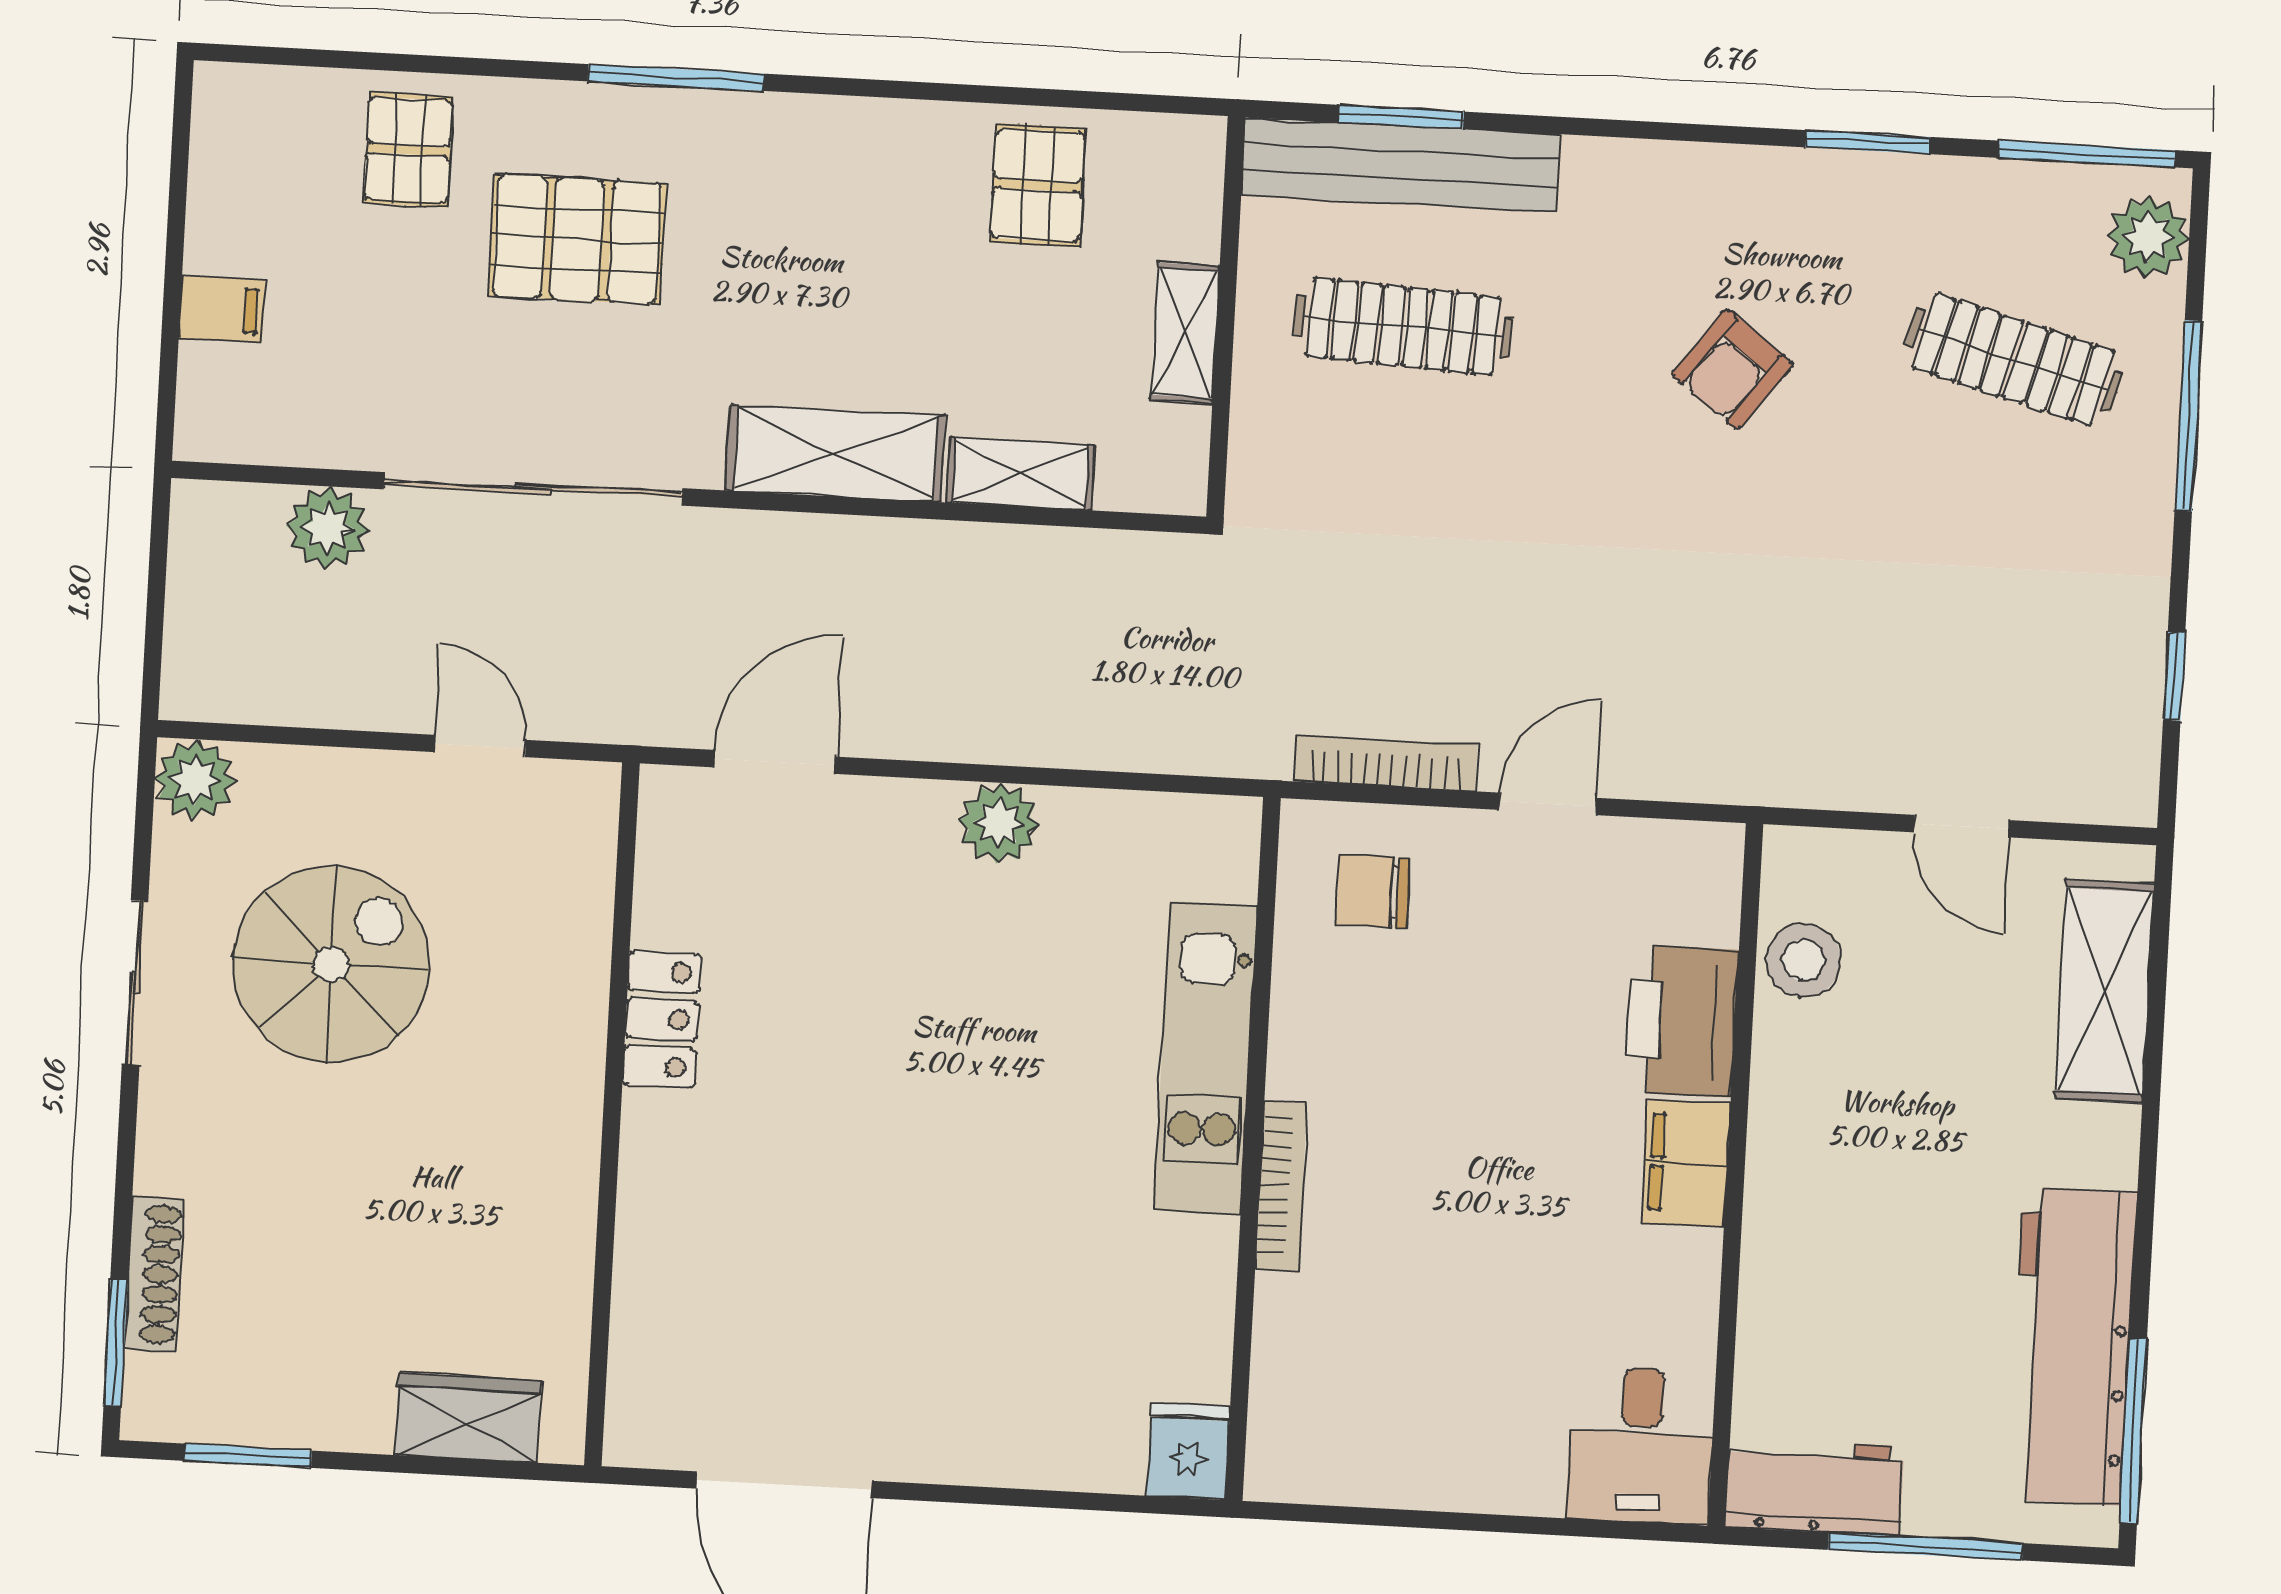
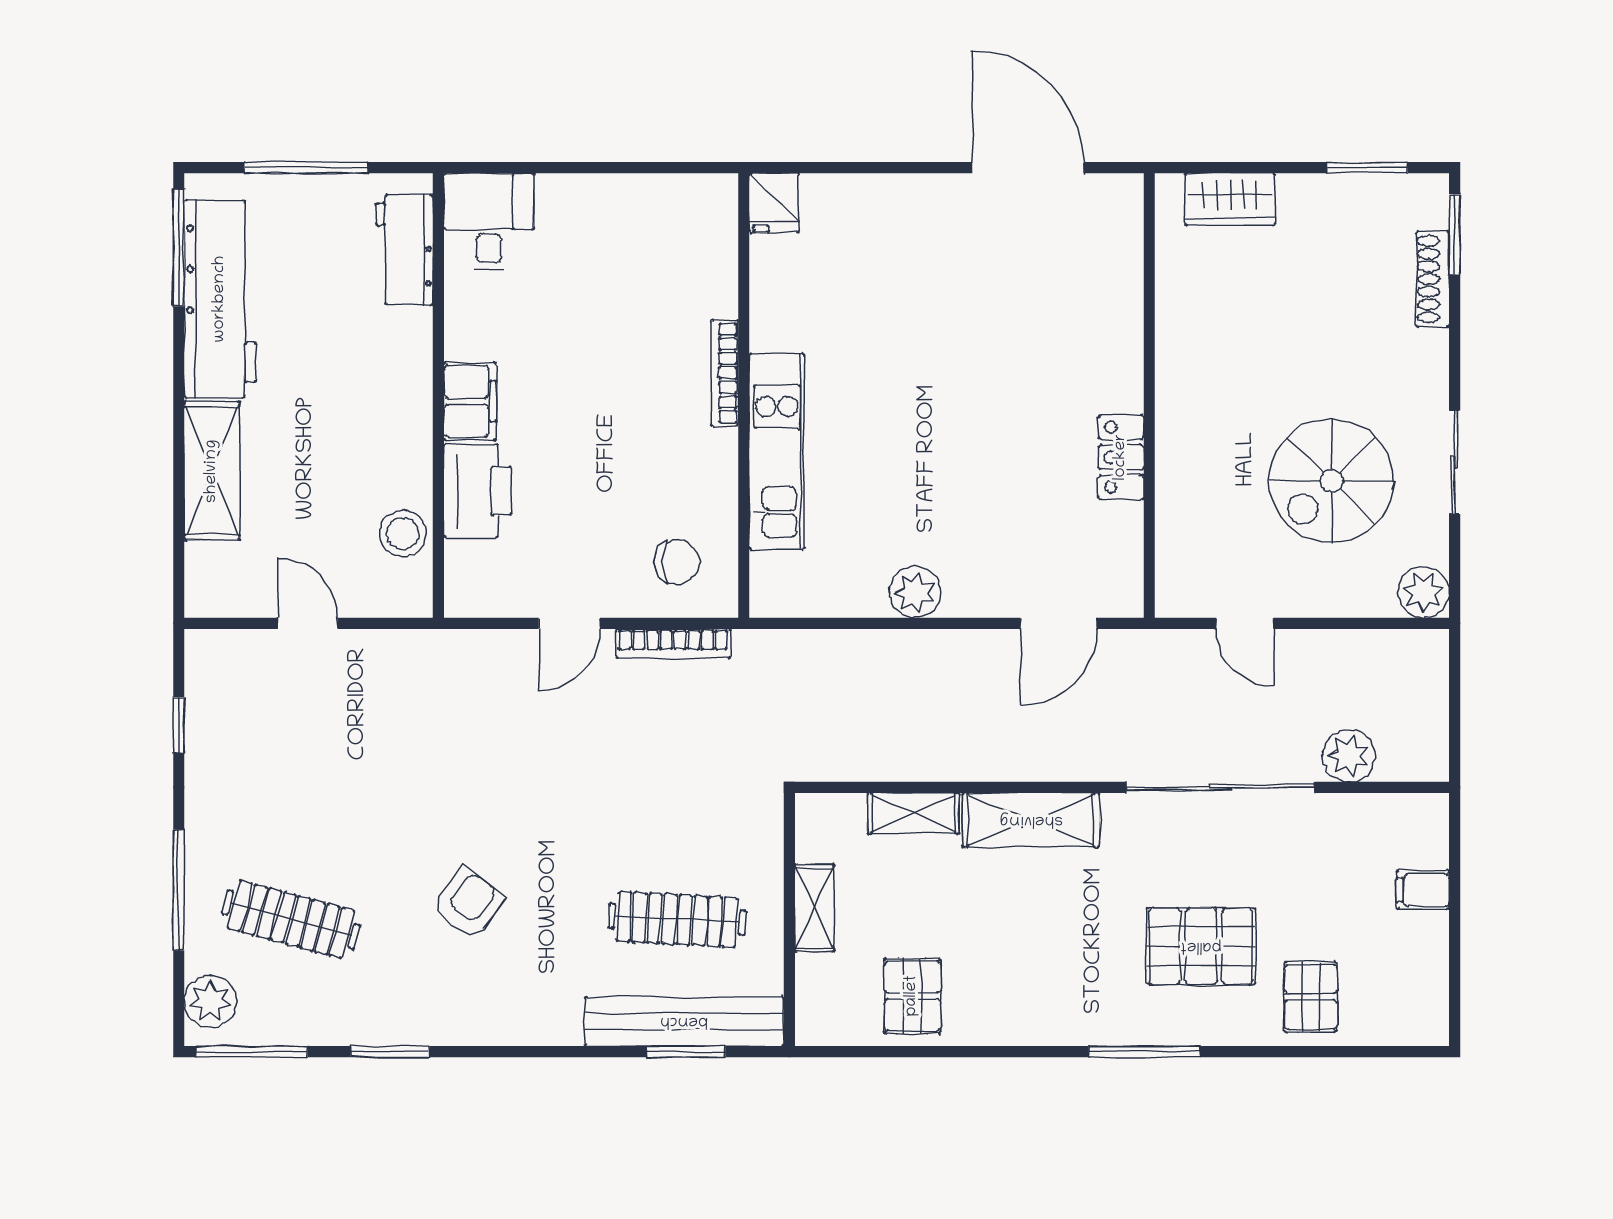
shelving: (2104, 991) -> (212, 471), moved
workbench: (1815, 1487) -> (404, 250), moved, turned 90

